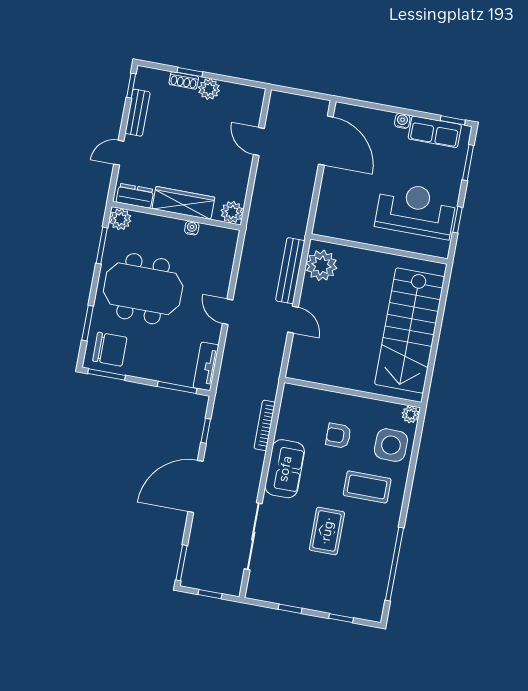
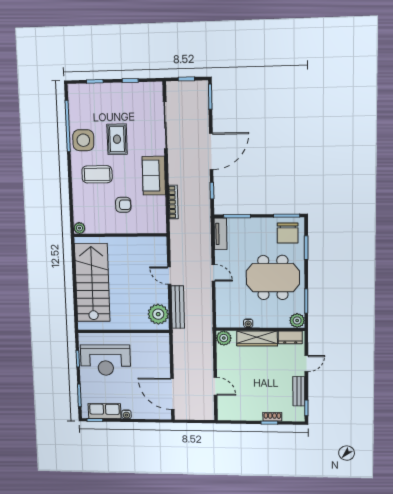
plant: (209, 89) -> (255, 414), removed
chair: (110, 349) -> (288, 233), turned -90
side table: (391, 445) -> (83, 140), moved

